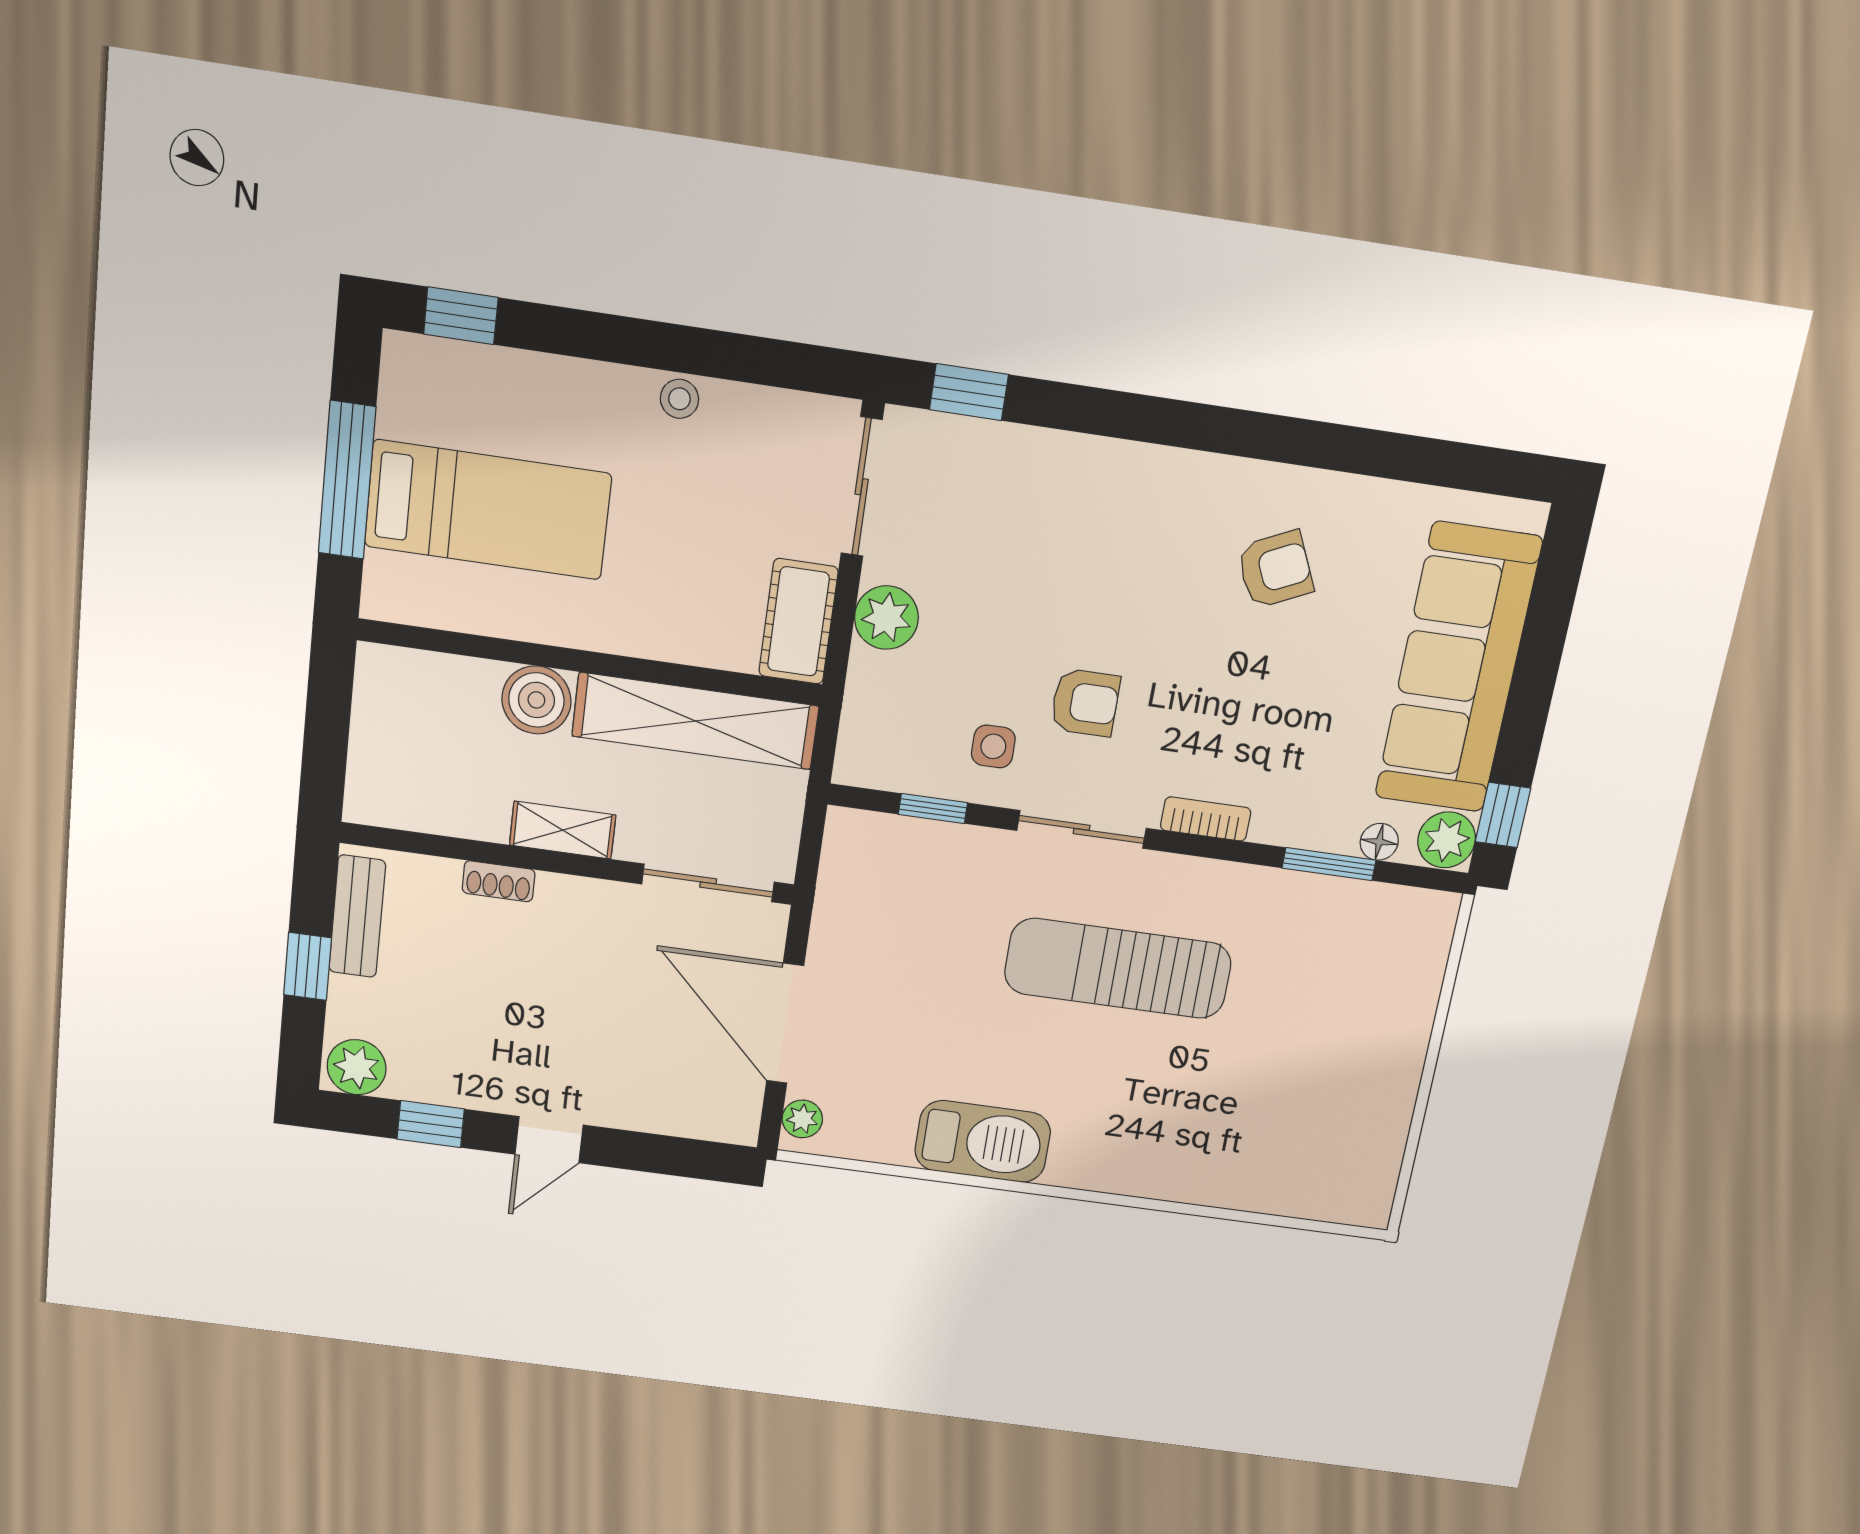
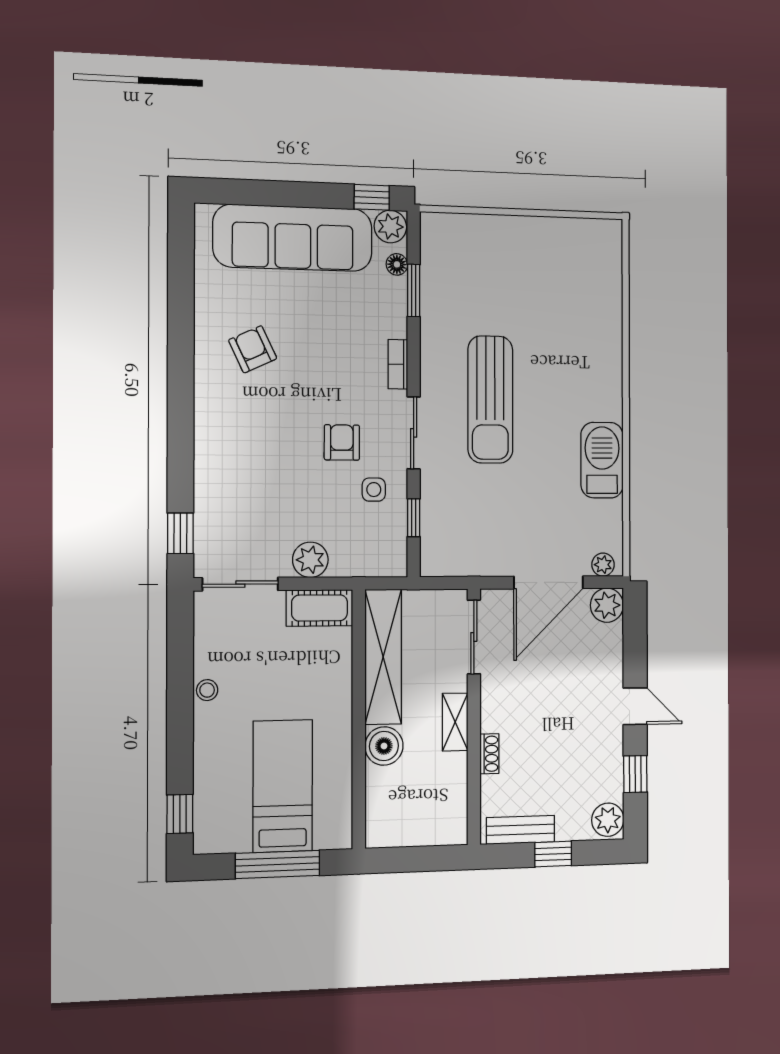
plant: (731, 1116) -> (607, 605), added

